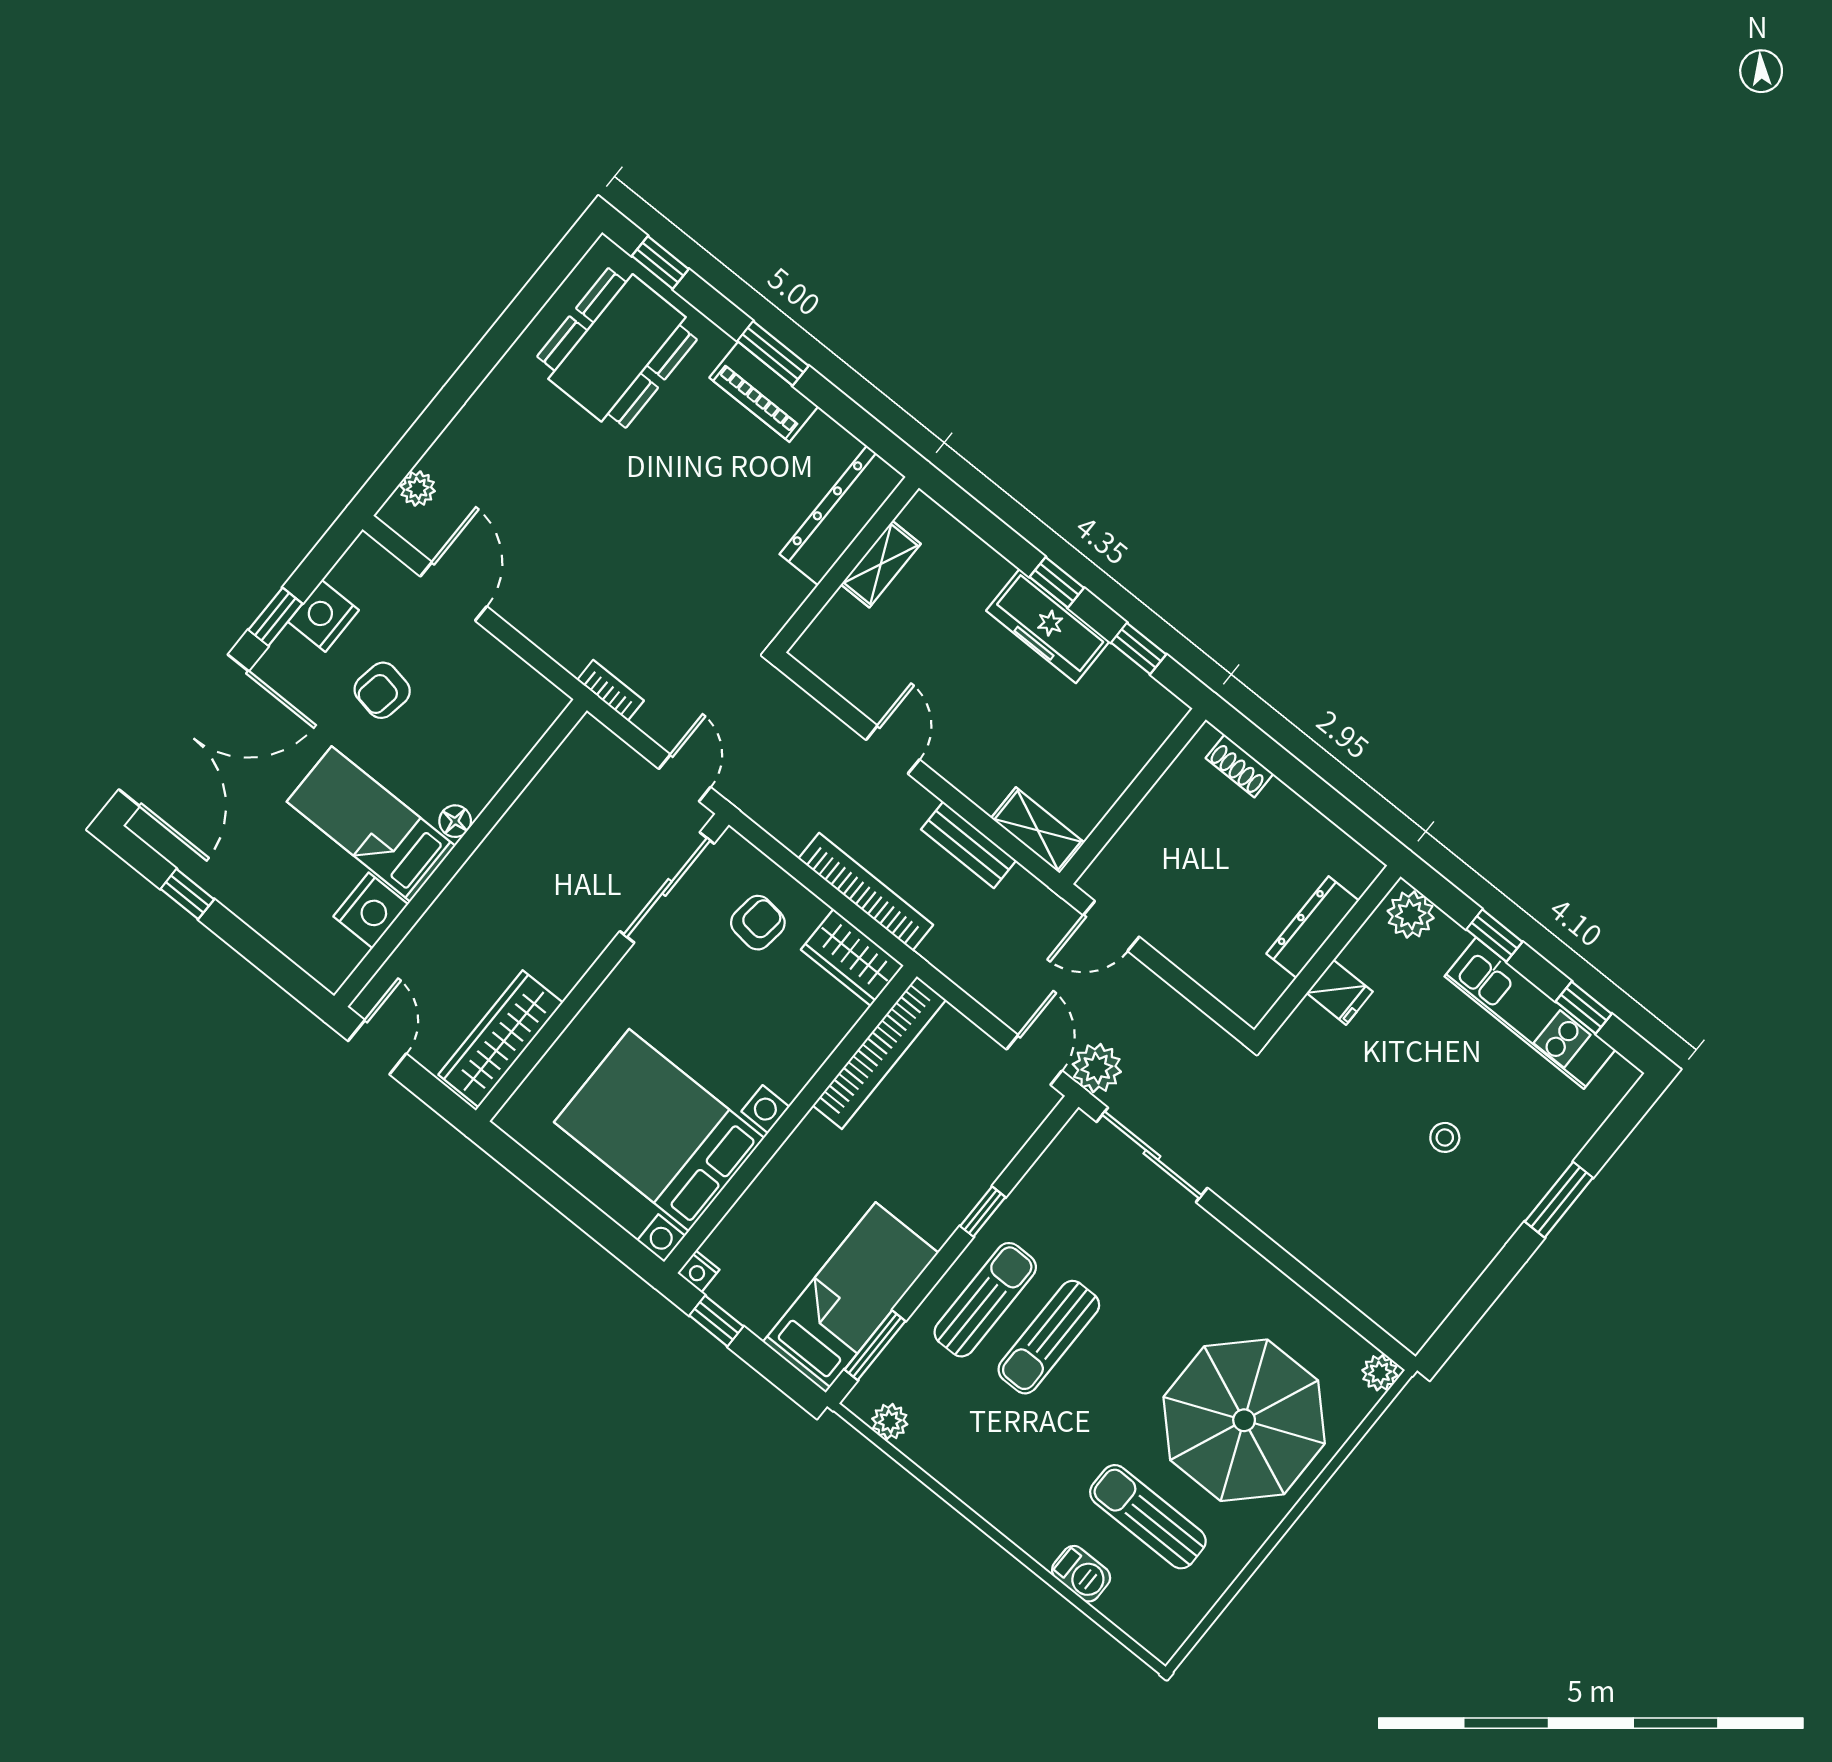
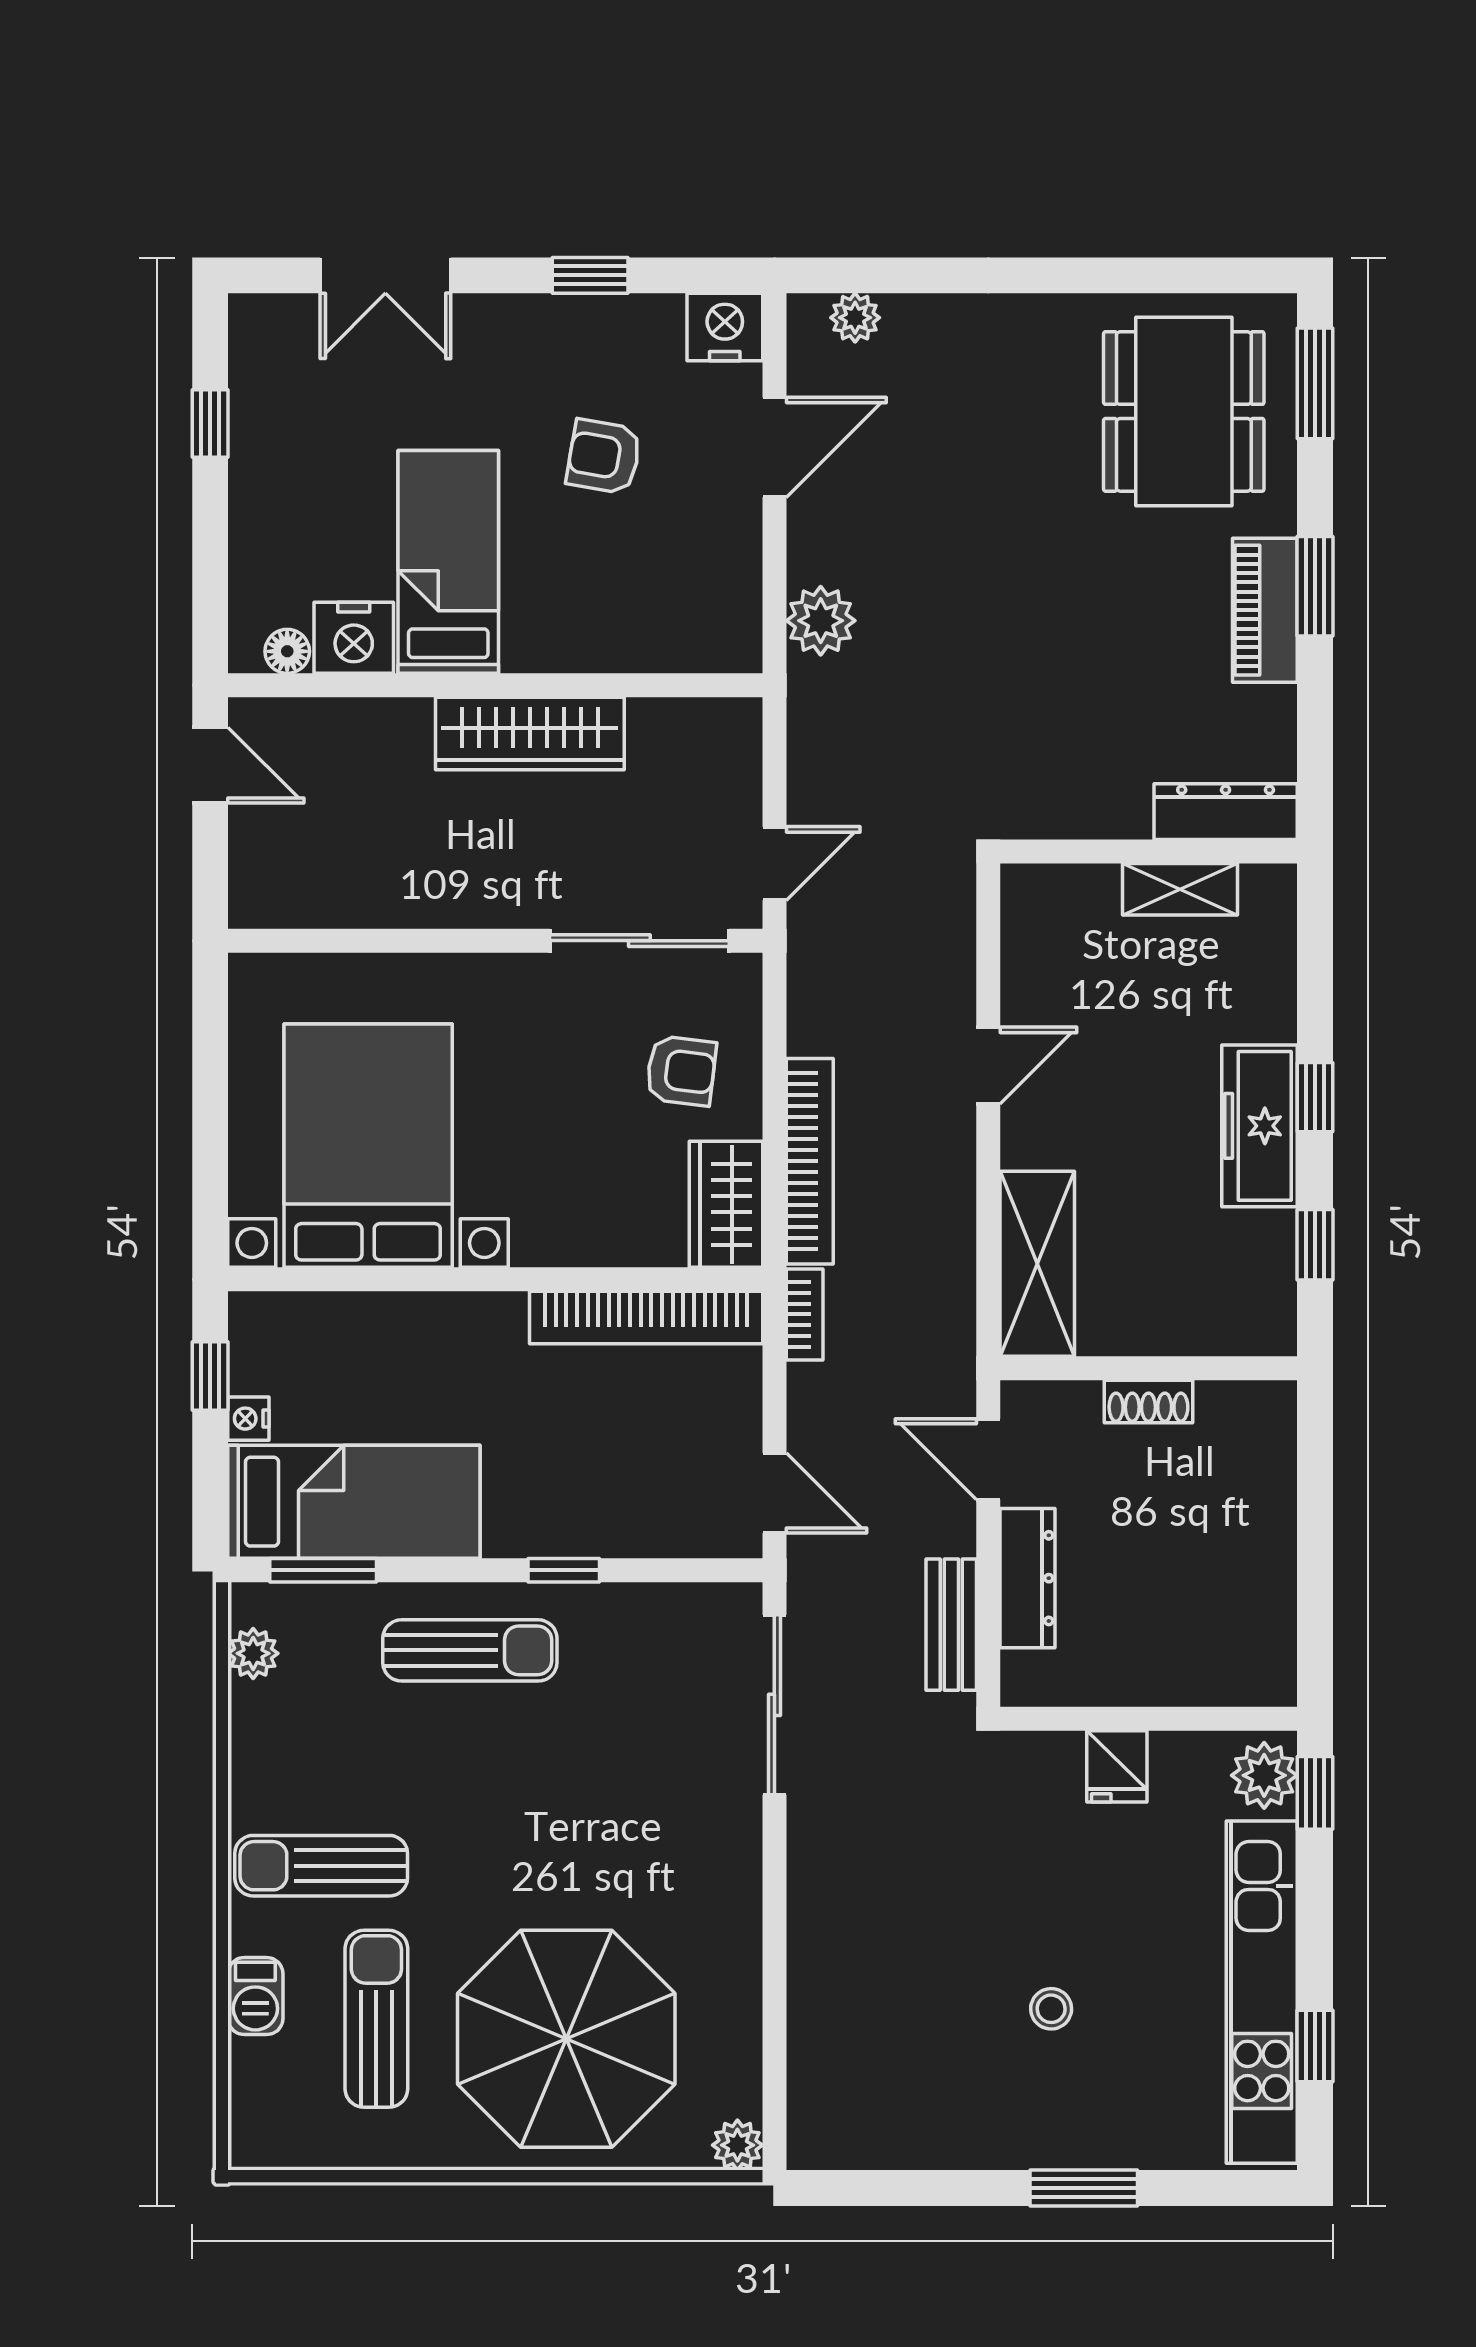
window: (660, 262) -> (1315, 383), width x1.50
dining table: (617, 348) -> (1184, 411), turned 90
dresser: (843, 516) -> (1226, 812), width x0.73, depth x0.80
nightstand: (323, 616) -> (725, 327), moved
bookcase: (610, 690) -> (805, 1314), moved
double door: (184, 730) -> (385, 275), width x0.54
shoe rack: (1240, 766) -> (1148, 1402), moved, turned -90
floor lamp: (455, 821) -> (287, 651), moved
shelving: (1038, 830) -> (1037, 1264), width x1.50, depth x1.33
bench: (969, 845) -> (951, 1625), moved
dresser: (1313, 927) -> (1027, 1578), moved, turned 90
window: (1494, 936) -> (1315, 1793), moved
kitchen unit: (1530, 1013) -> (1262, 1992), width x1.36
wardrobe: (501, 1039) -> (530, 734), moved, turned 180
door: (377, 1047) -> (210, 765), hinge flipped
door: (1034, 1060) -> (774, 1493), hinge flipped
plant: (1097, 1068) -> (821, 621), moved
nightstand: (698, 1271) -> (248, 1419), moved
sun lounger: (1049, 1337) -> (321, 1866), moved

